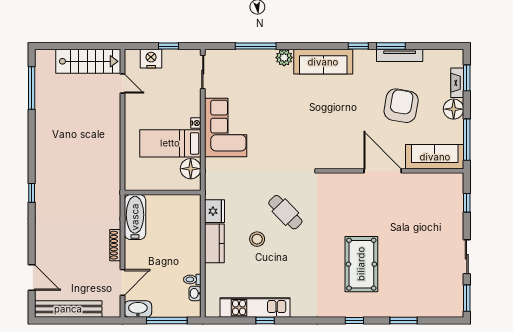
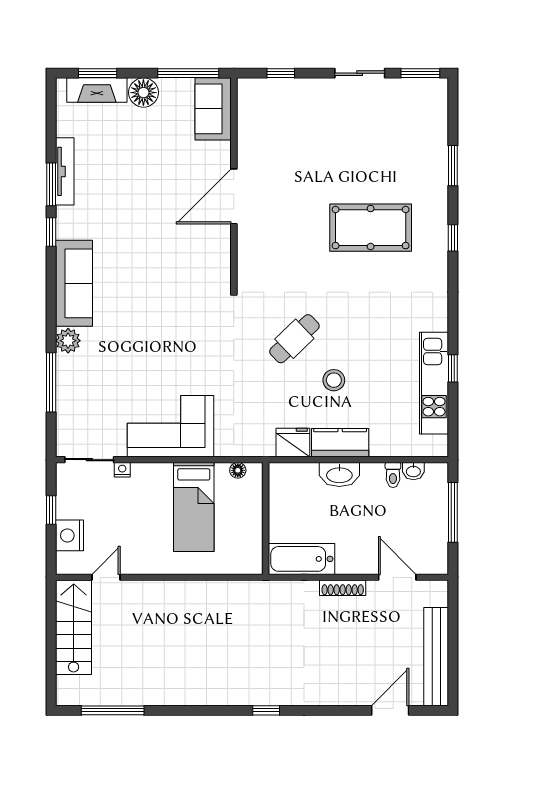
fireplace: (457, 83) -> (97, 90), width x1.37, depth x1.32
armchair: (401, 106) -> (139, 169), removed
nightstand: (196, 123) -> (122, 470), moved
sofa: (435, 157) -> (213, 109), width x0.73
floor lamp: (191, 169) -> (238, 470), width x0.53, depth x0.53
washbasin: (138, 309) -> (339, 475), moved, turned -90

